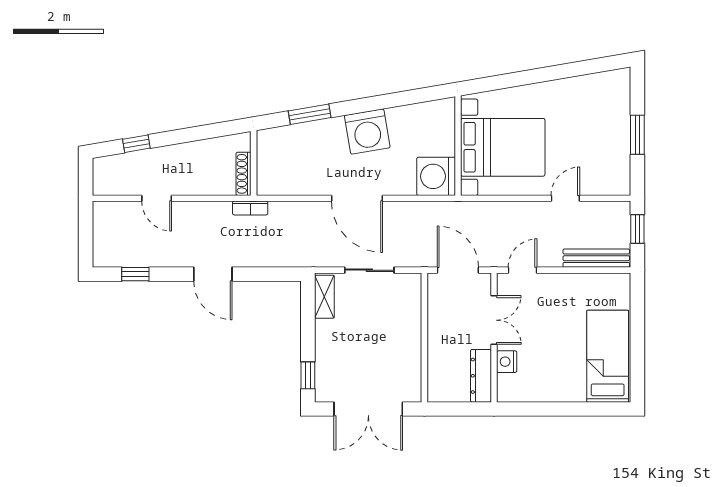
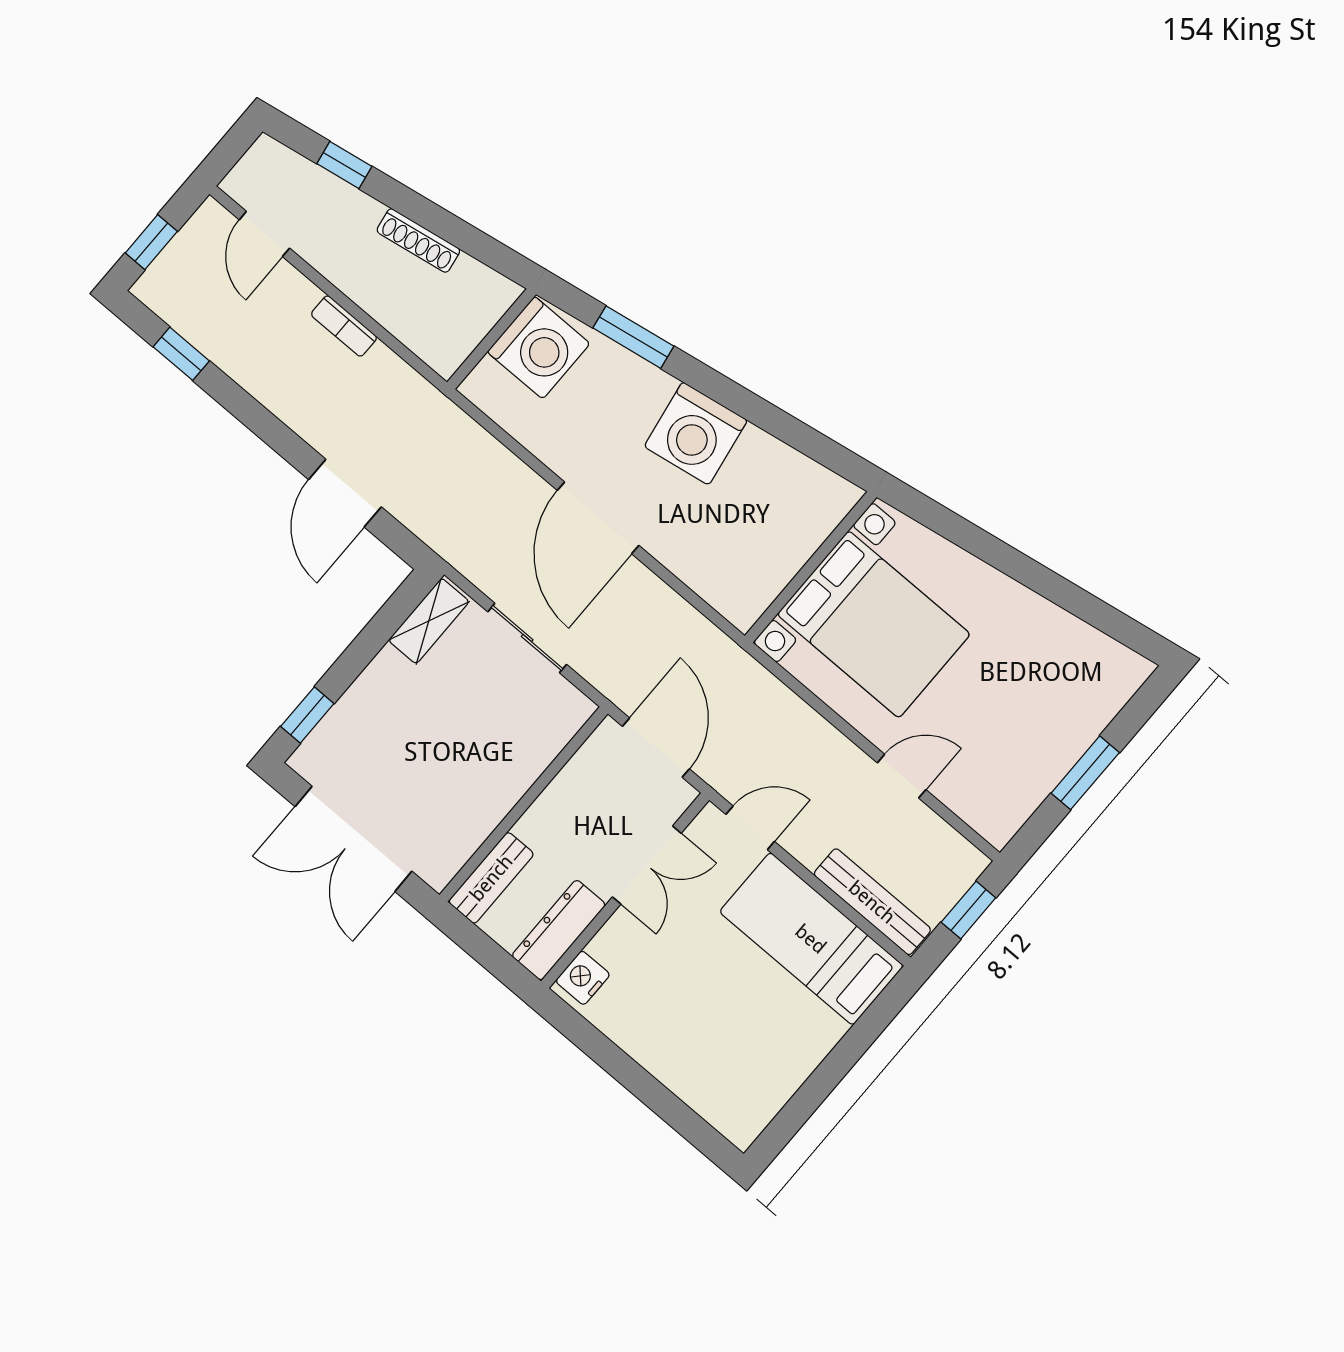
shoe rack: (244, 174) -> (418, 240), moved, turned -100
washing machine: (436, 176) -> (539, 348), moved, turned 180
door: (157, 198) -> (264, 234), moved
bookcase: (250, 208) -> (344, 326), moved
window: (86, 240) -> (151, 242), added
door: (213, 274) -> (345, 493), moved
bed: (608, 356) -> (811, 939), moved, turned -90
nightstand: (507, 362) -> (583, 978), moved
bench: (436, 378) -> (491, 878), added

